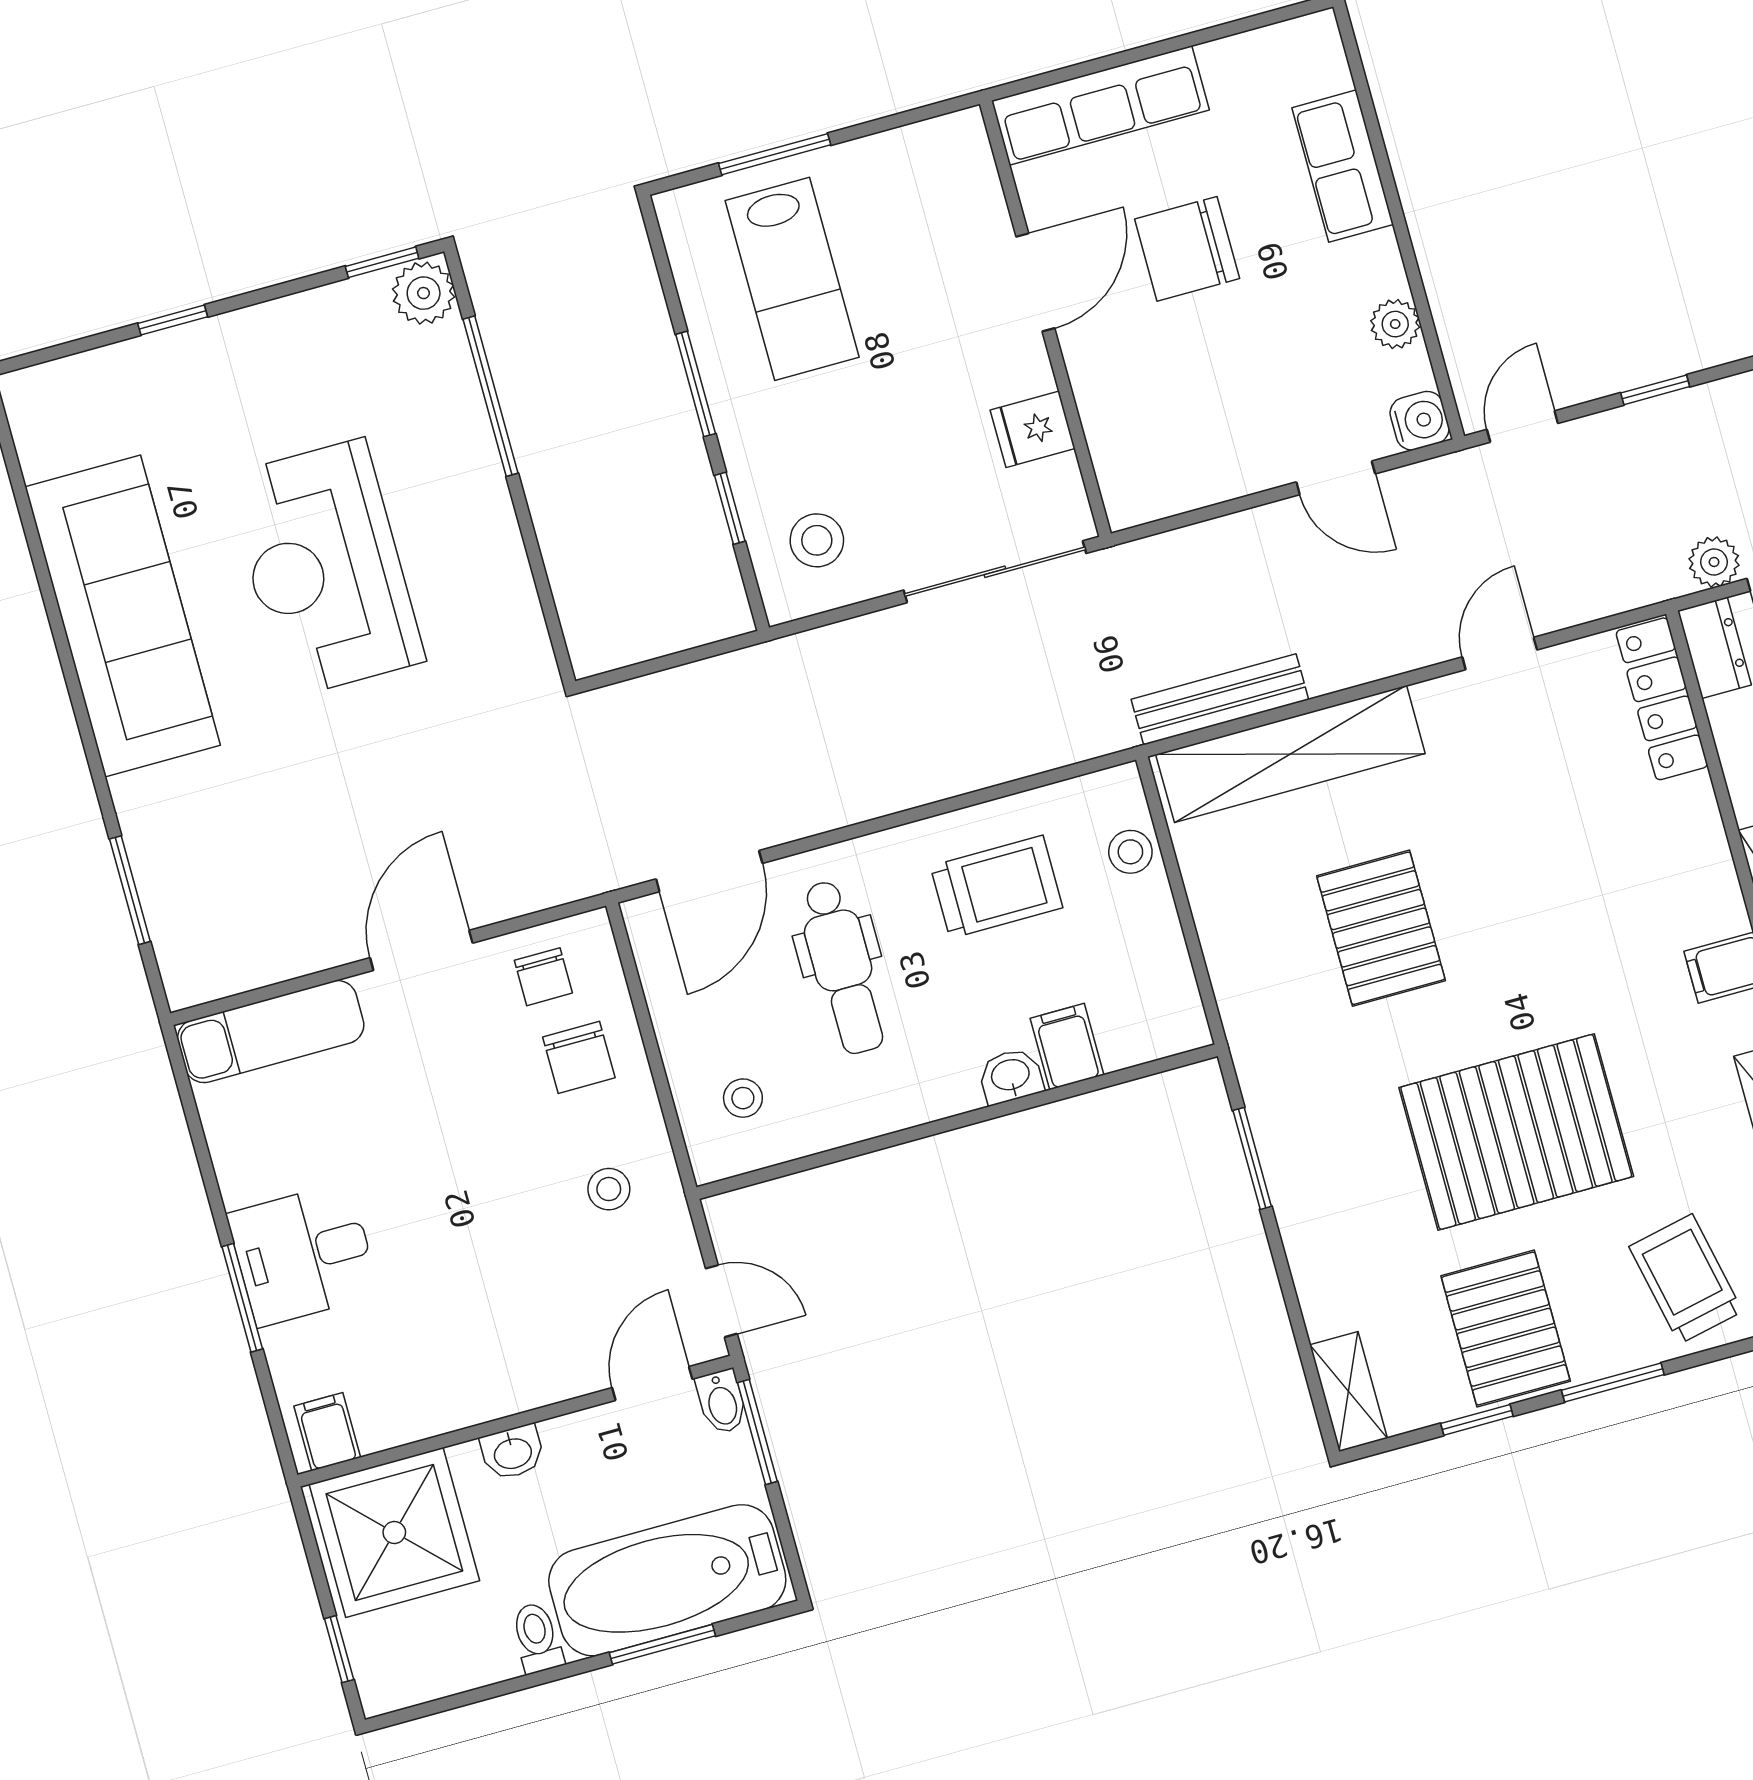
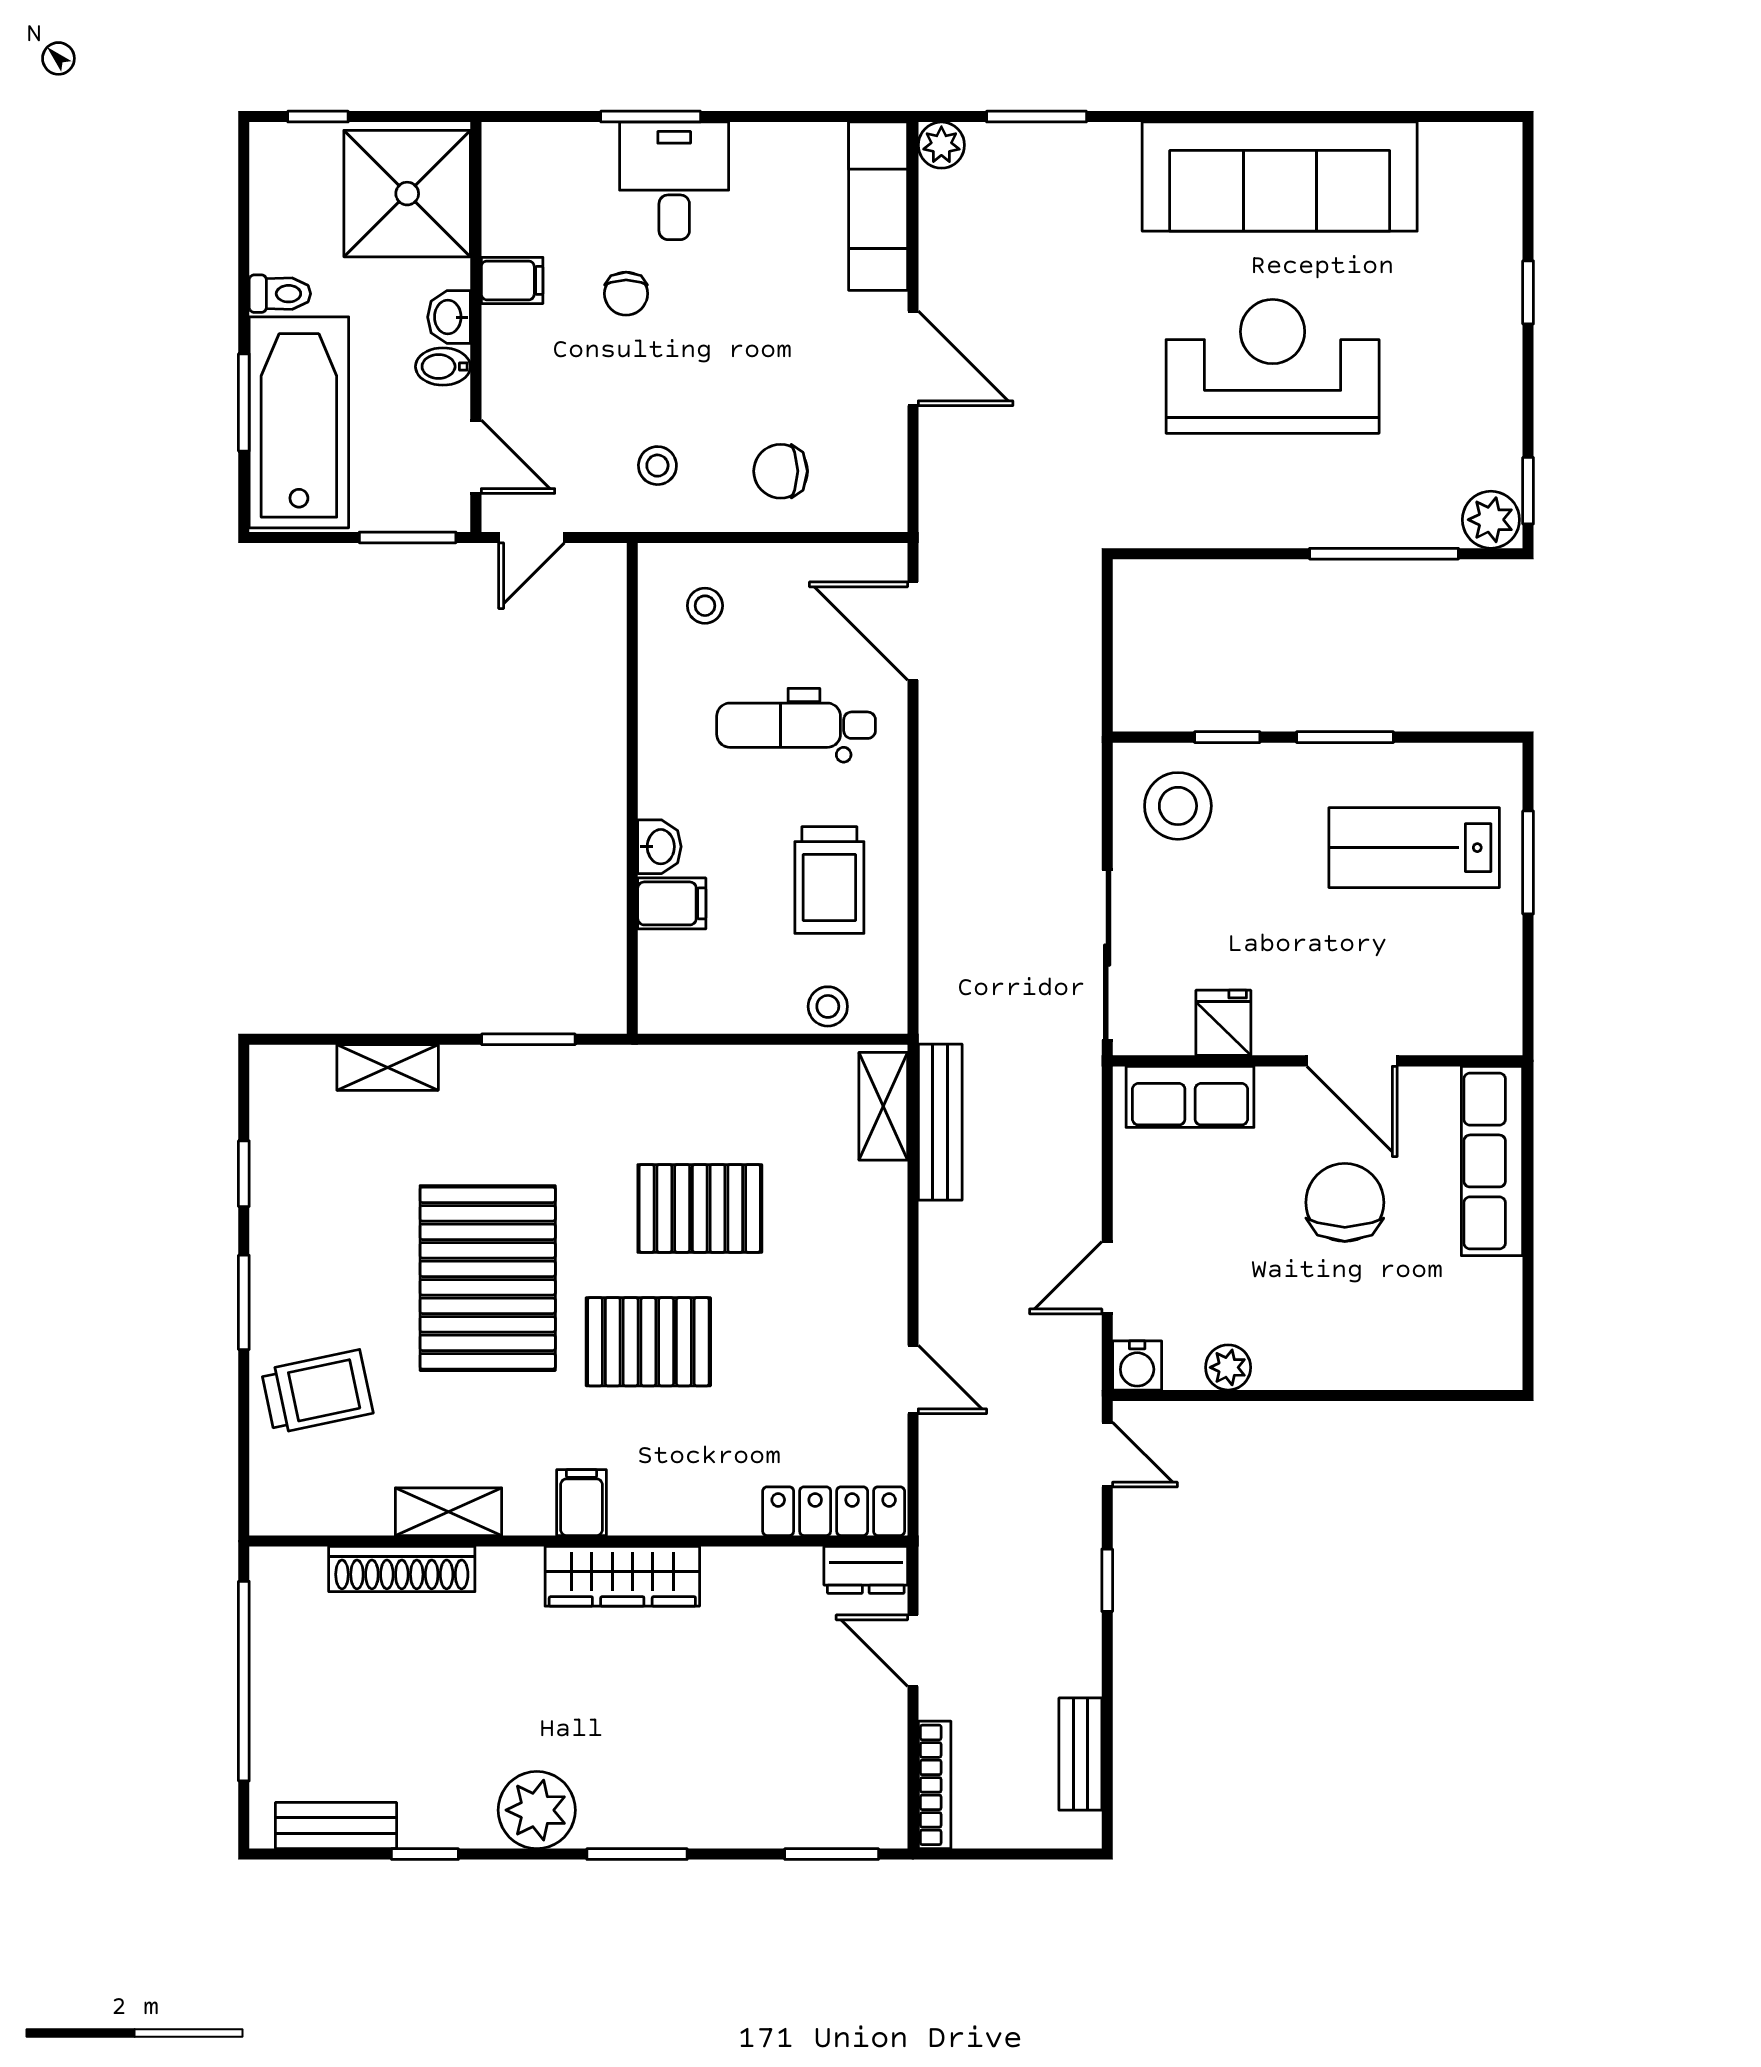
row of seats: (1343, 166) -> (1190, 1097), moved, turned 180
stool: (817, 540) -> (1178, 806), width x1.38, depth x1.38
plant: (1714, 562) -> (941, 145), moved
shelving: (1290, 754) -> (883, 1106), width x0.45, depth x0.75
chair: (543, 977) -> (626, 294), moved, turned -90
pallet: (1506, 1329) -> (648, 1342), moved
shelving: (1348, 1392) -> (388, 1067), moved
bidet: (722, 1402) -> (443, 367), moved
filing cabinet: (327, 1432) -> (512, 280), moved

